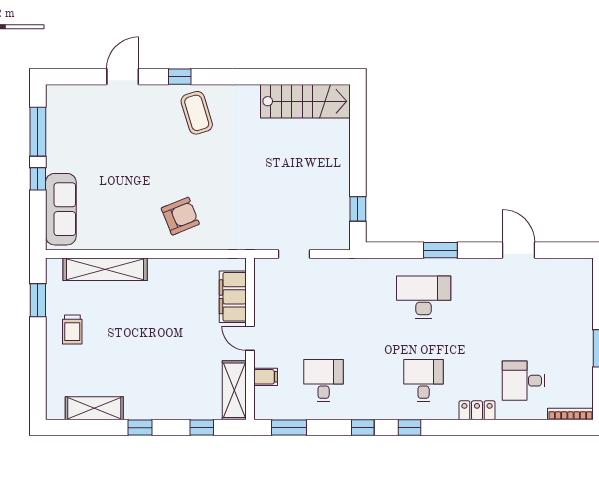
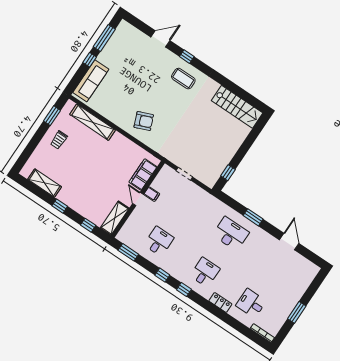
coffee table: (197, 113) -> (183, 79), turned -73
filing cabinet: (266, 377) -> (152, 194), moved

